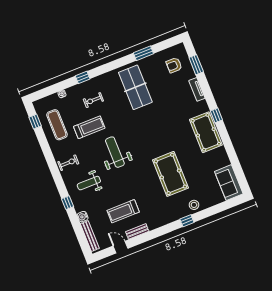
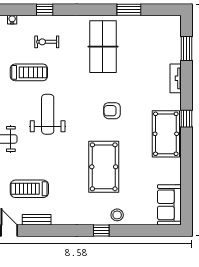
armchair: (174, 65) -> (112, 111), moved

